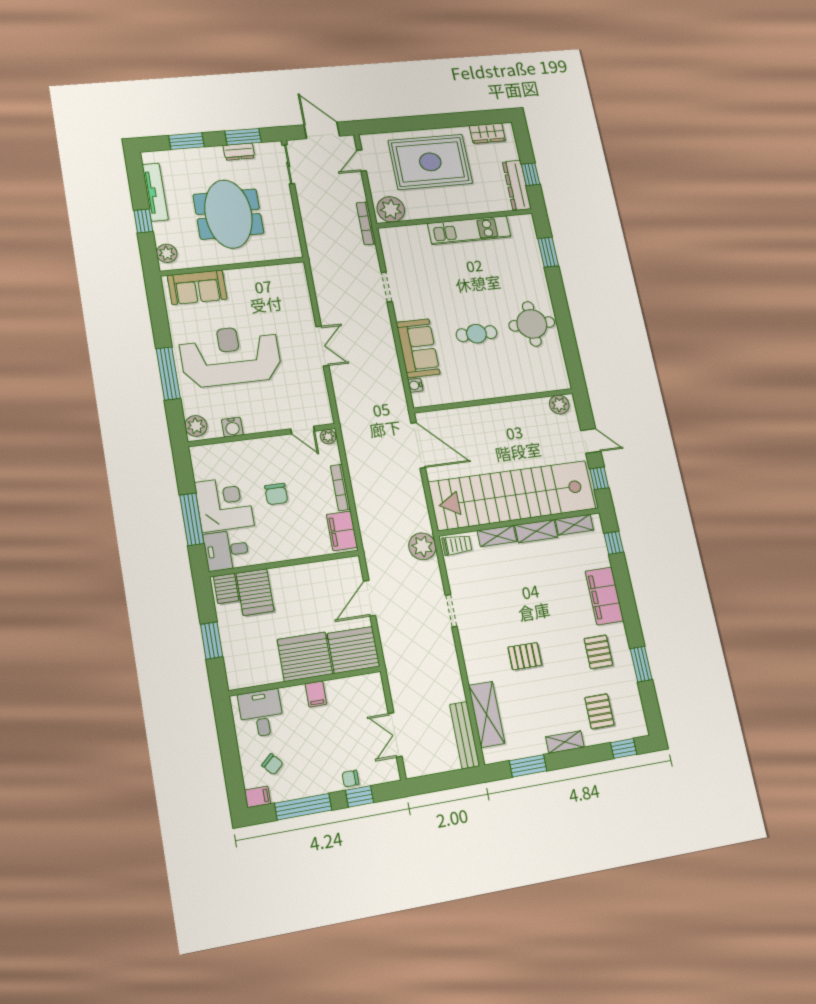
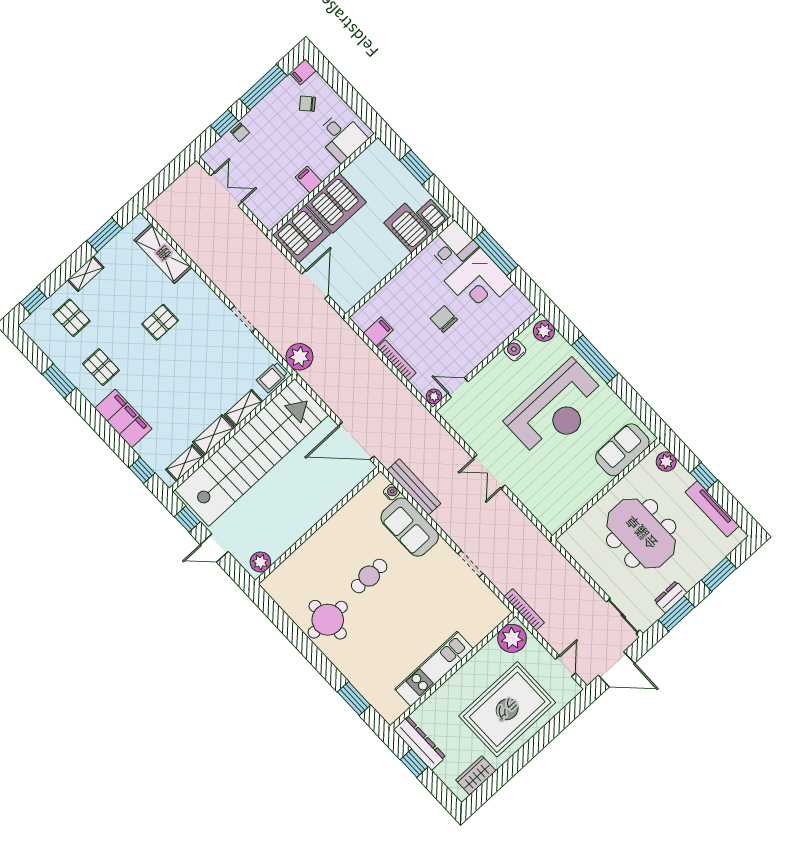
filing cabinet: (342, 531) -> (378, 331), width x0.50
bench: (465, 735) -> (414, 487), moved
chair: (351, 779) -> (240, 132), turned 90

